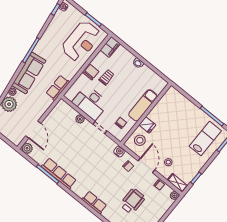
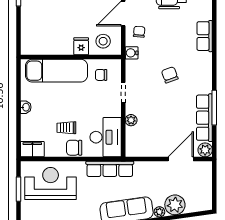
row of seats: (58, 88) -> (110, 169), width x1.48
desk: (91, 103) -> (106, 137), moved
exam couch: (143, 105) -> (56, 71), width x1.36, depth x1.45
chair: (88, 163) -> (170, 75), added
row of seats: (59, 174) -> (204, 118), moved

